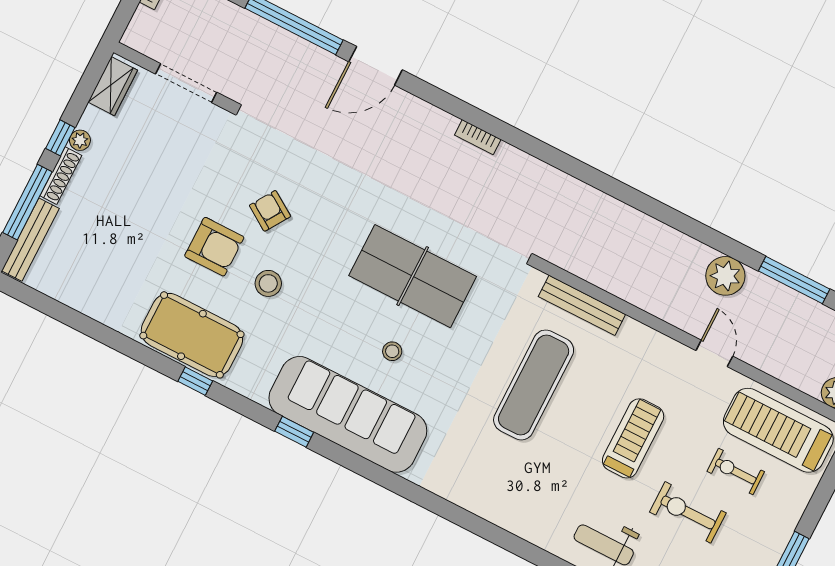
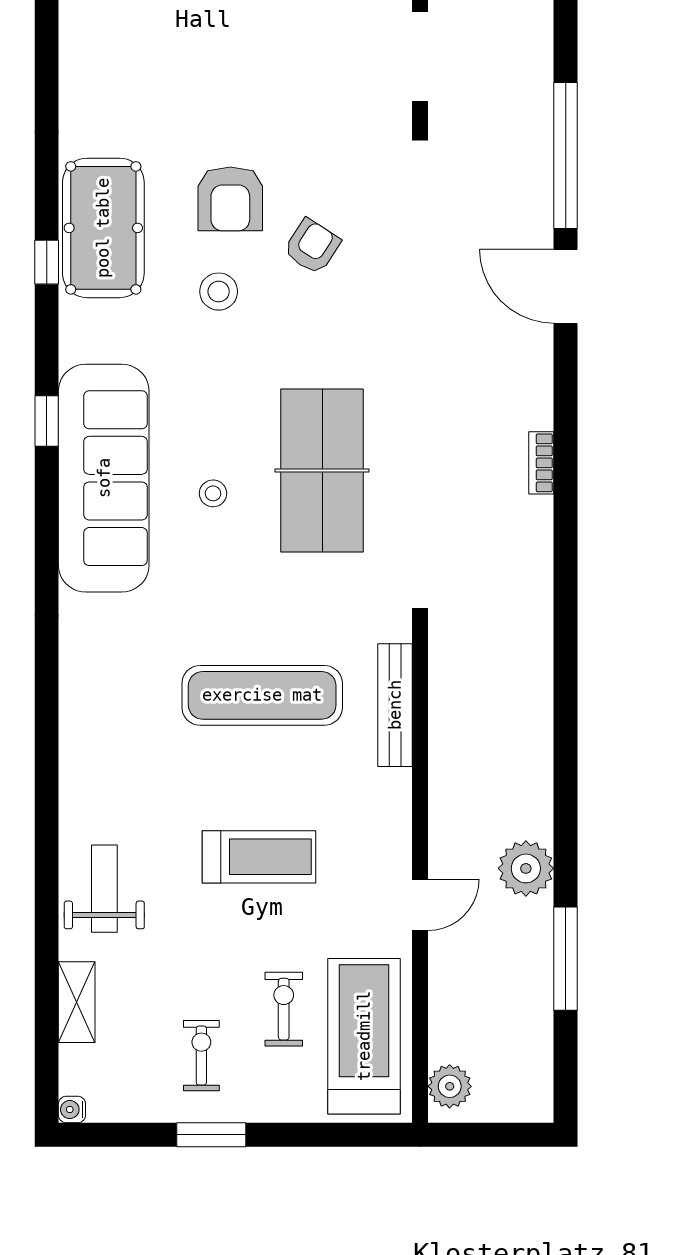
exercise bike: (688, 512) -> (201, 1056), moved, width x0.73, depth x0.72

